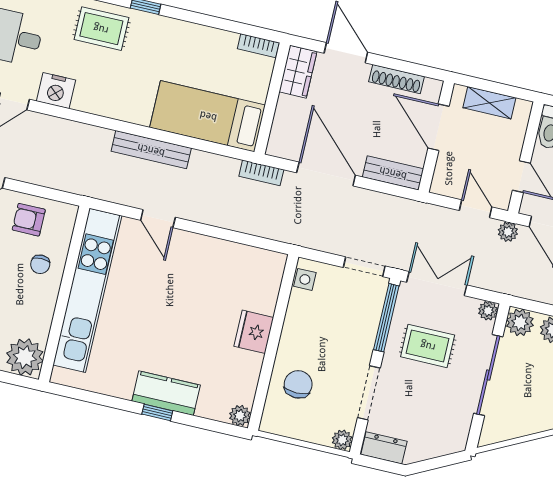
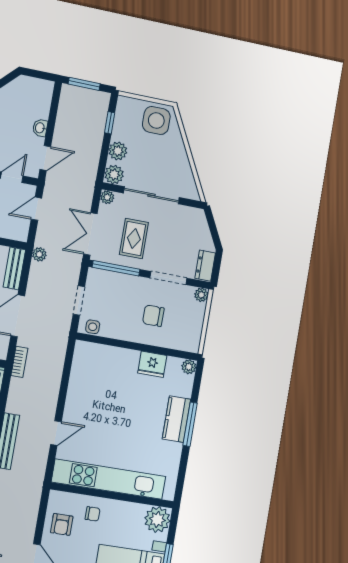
plant: (508, 232) -> (39, 254), moved
doorway: (364, 267) -> (79, 301), moved
fridge: (254, 332) -> (152, 364), moved
chair: (298, 384) -> (153, 316), moved
window: (157, 413) -> (190, 424), width x2.17

